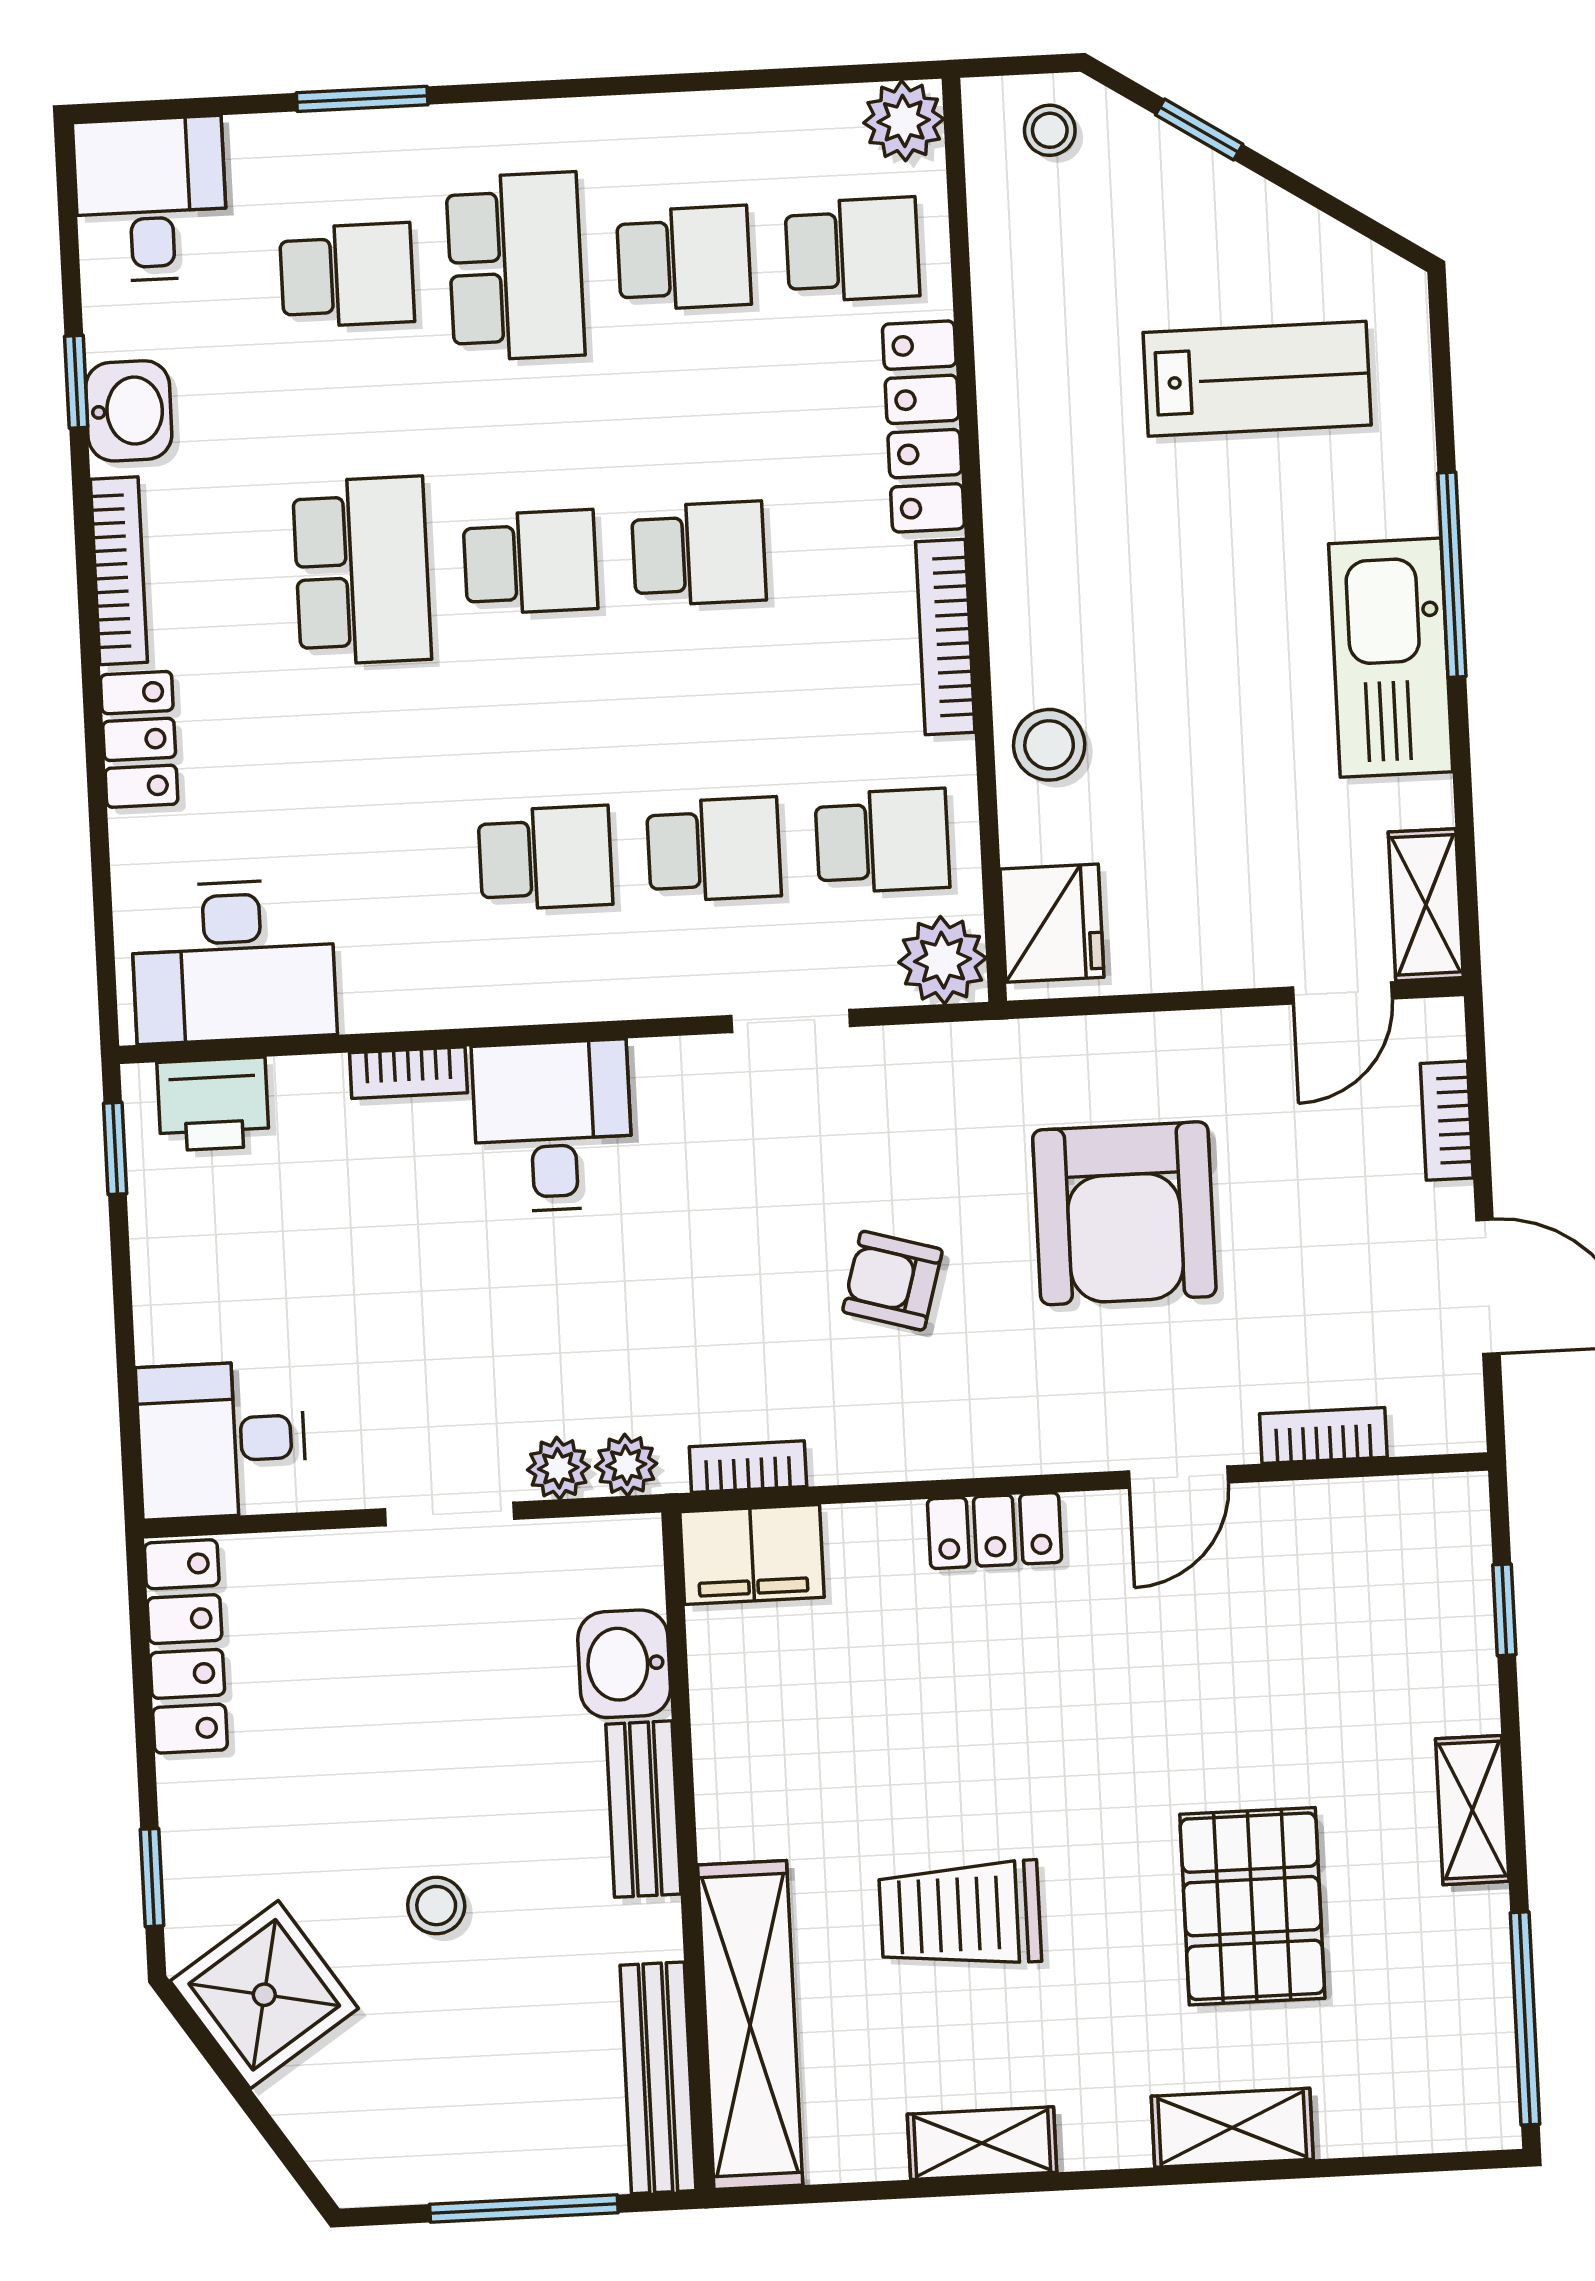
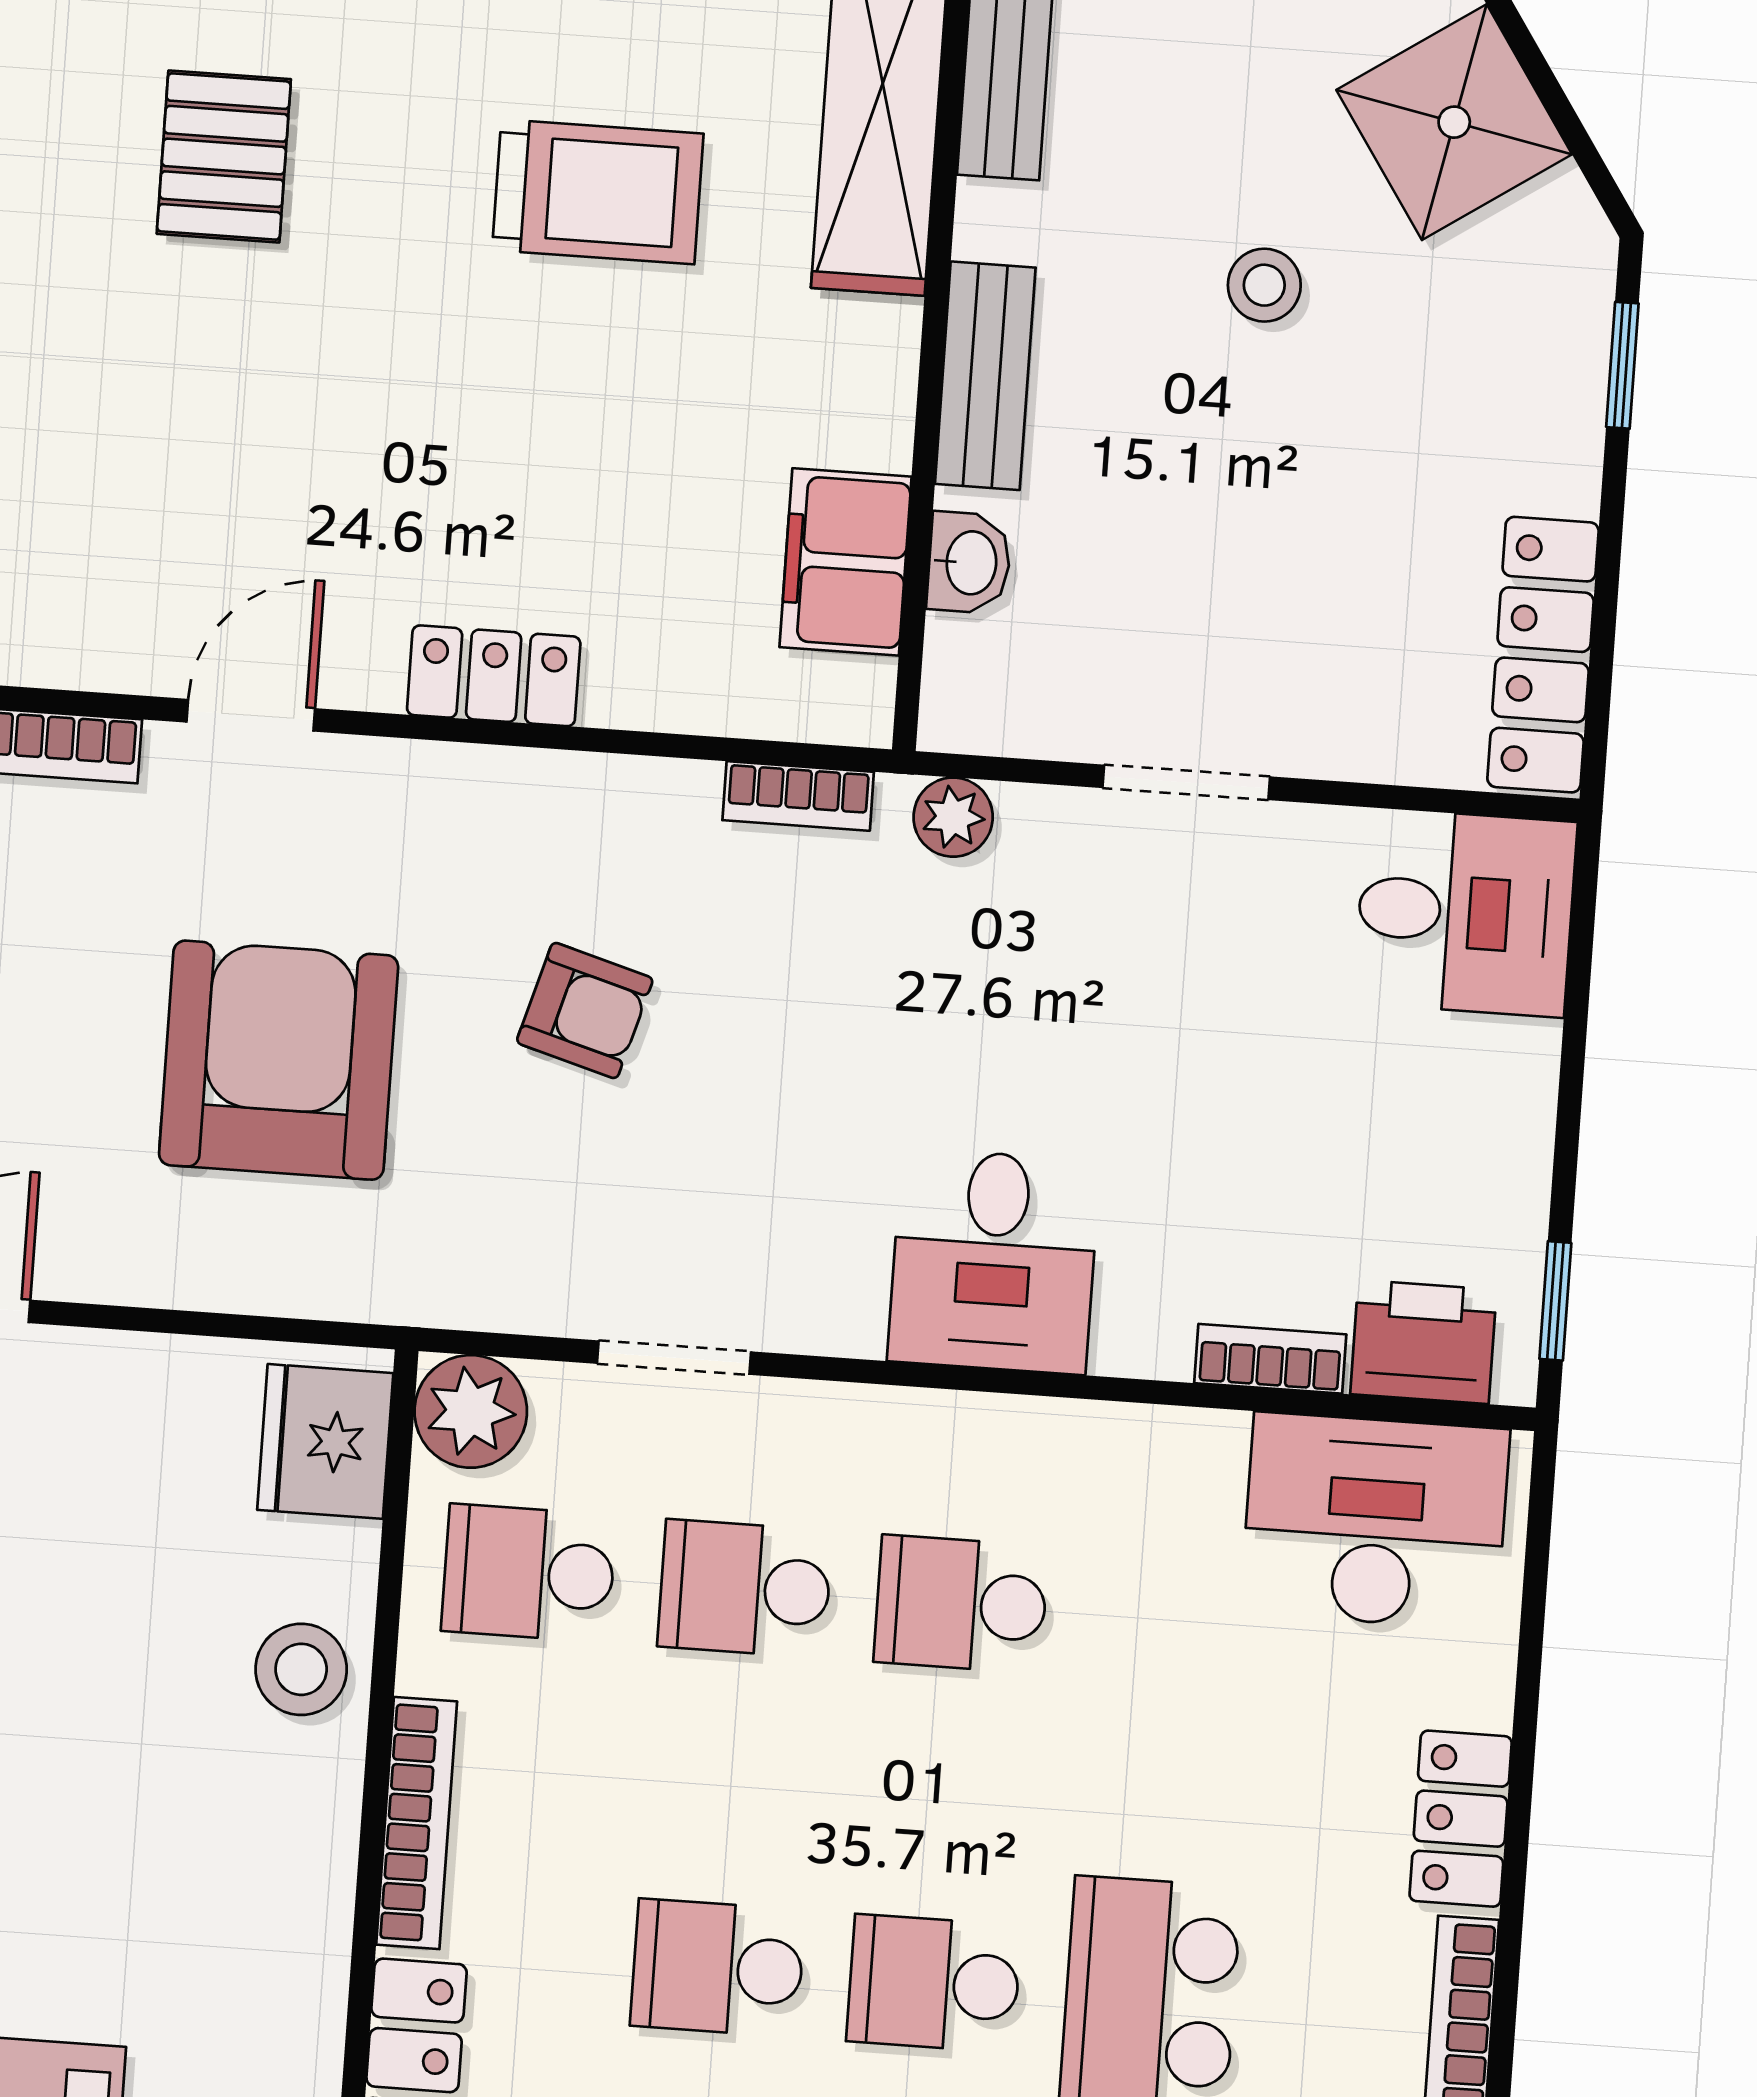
bookcase: (408, 1073) -> (1270, 1359), moved
plant: (558, 1468) -> (1040, 824), removed
filing cabinet: (752, 1555) -> (846, 562), moved, turned -90
washbasin: (624, 1664) -> (969, 563), width x0.72, depth x0.69
pallet: (1252, 1906) -> (224, 156), width x0.67, depth x0.71
shower: (264, 1995) -> (1454, 122), moved

